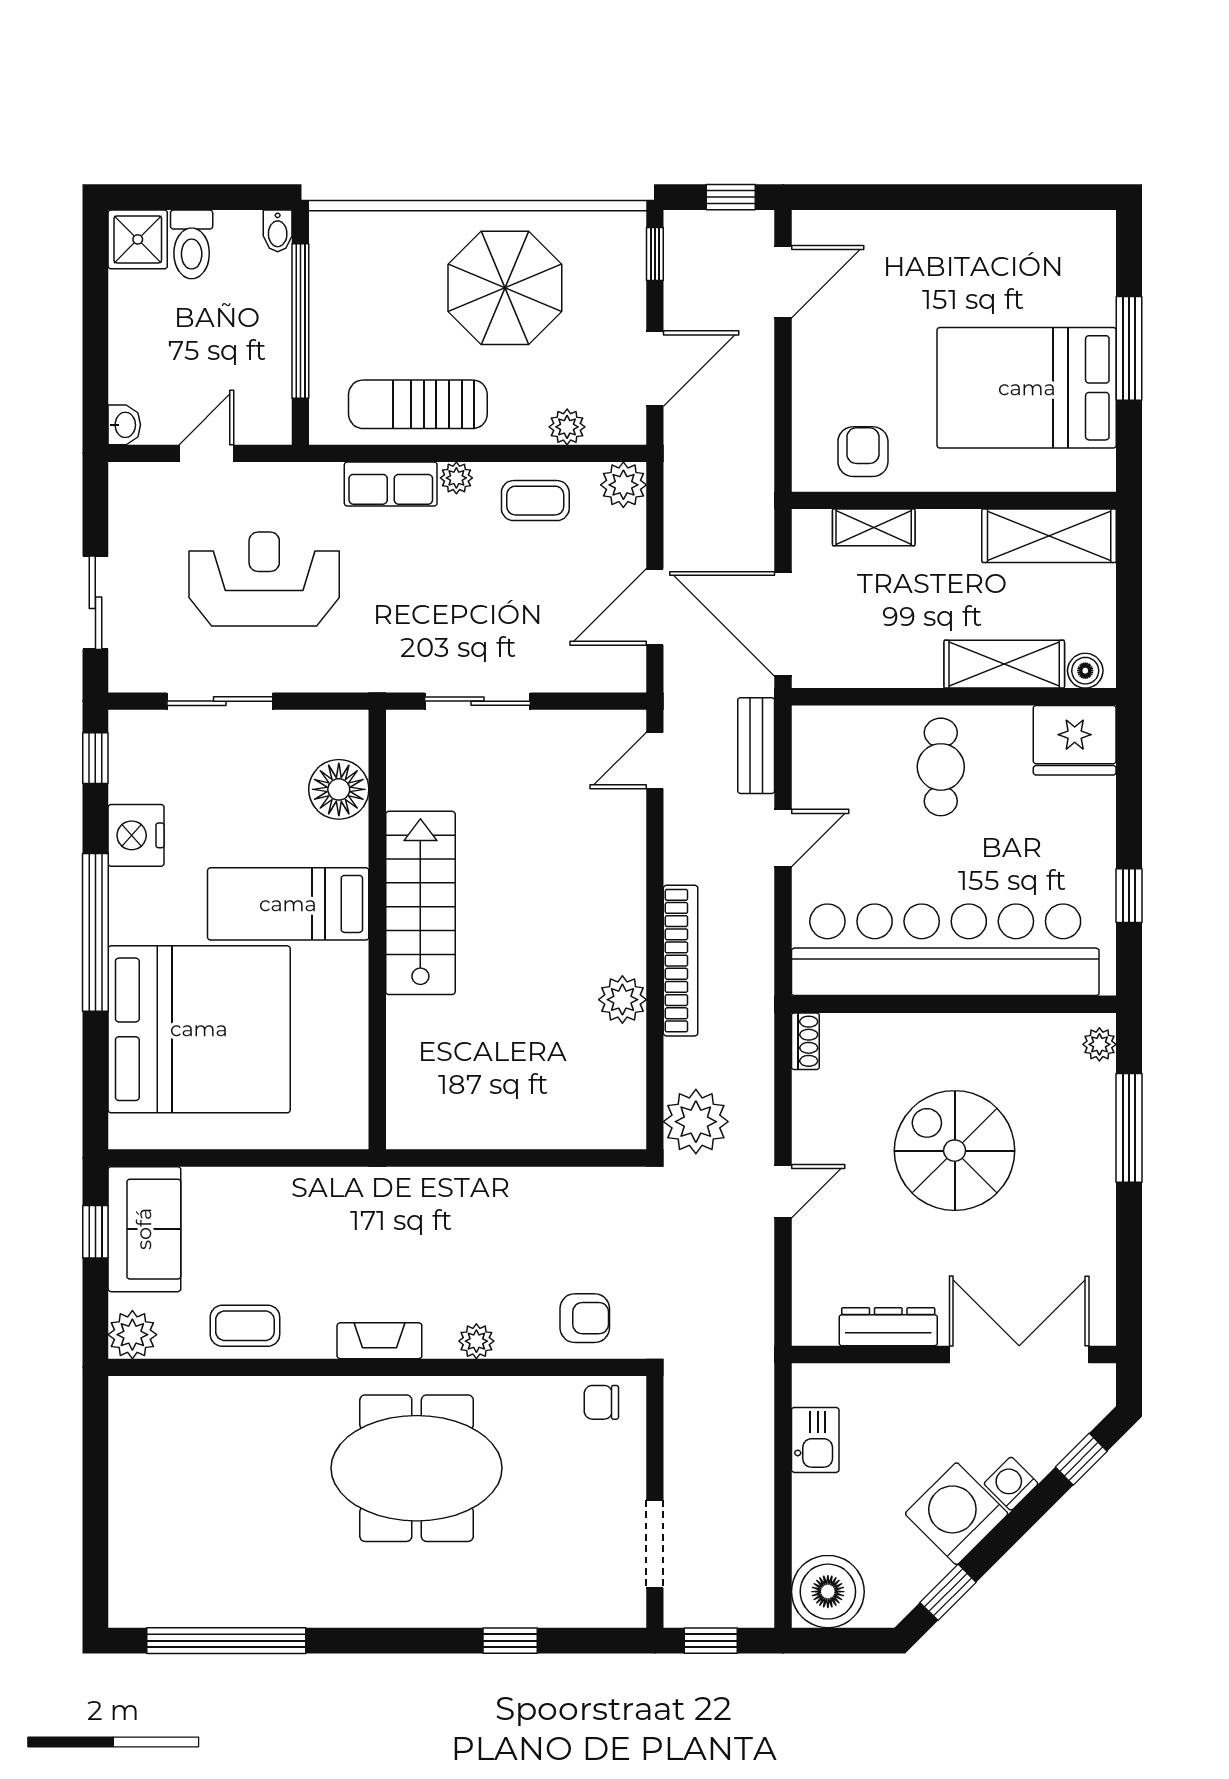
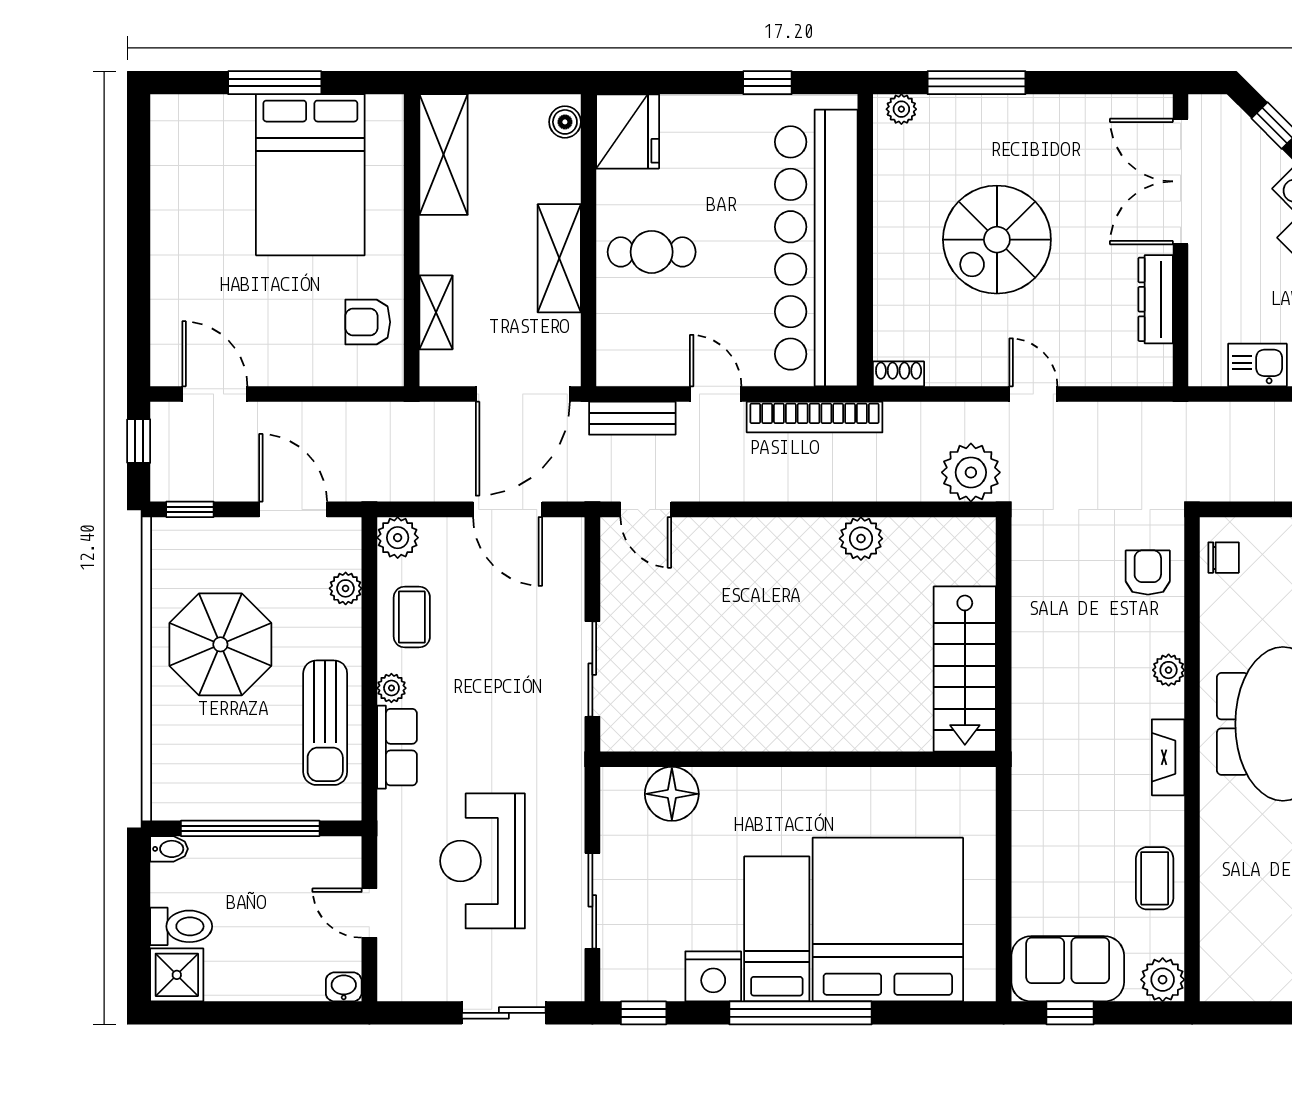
shelving: (1004, 664) -> (559, 258), moved
stairs: (420, 903) -> (965, 669), moved, turned -90
bed: (288, 904) -> (777, 929), moved, turned 180
bookcase: (681, 961) -> (815, 417), moved, turned 180
chair: (601, 1402) -> (1224, 558), turned -90

